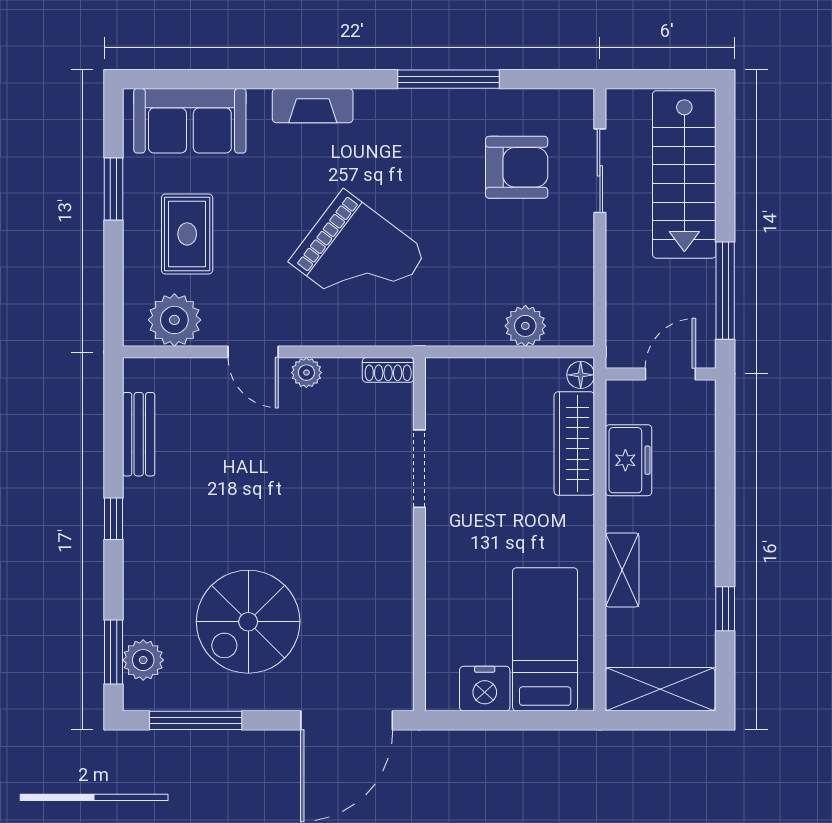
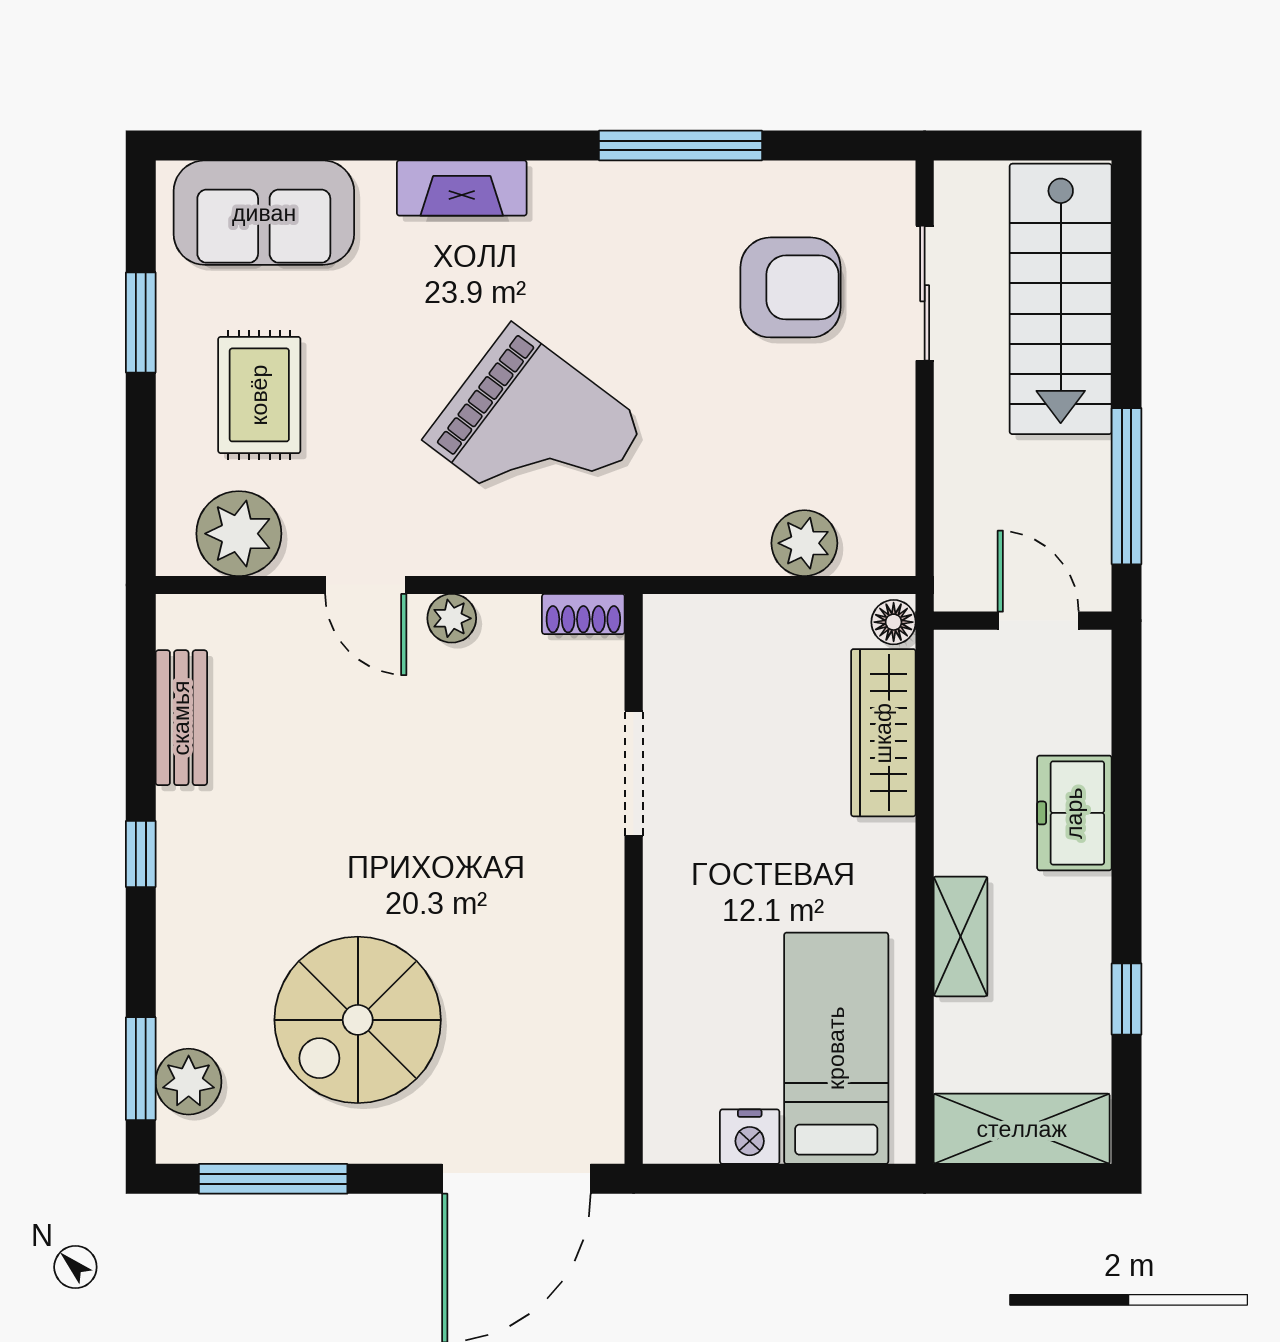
door: (670, 374) -> (1038, 621), hinge flipped
freezer: (629, 460) -> (1074, 813), moved, turned 180
nightstand: (485, 689) -> (750, 1137), width x0.74, depth x0.75

